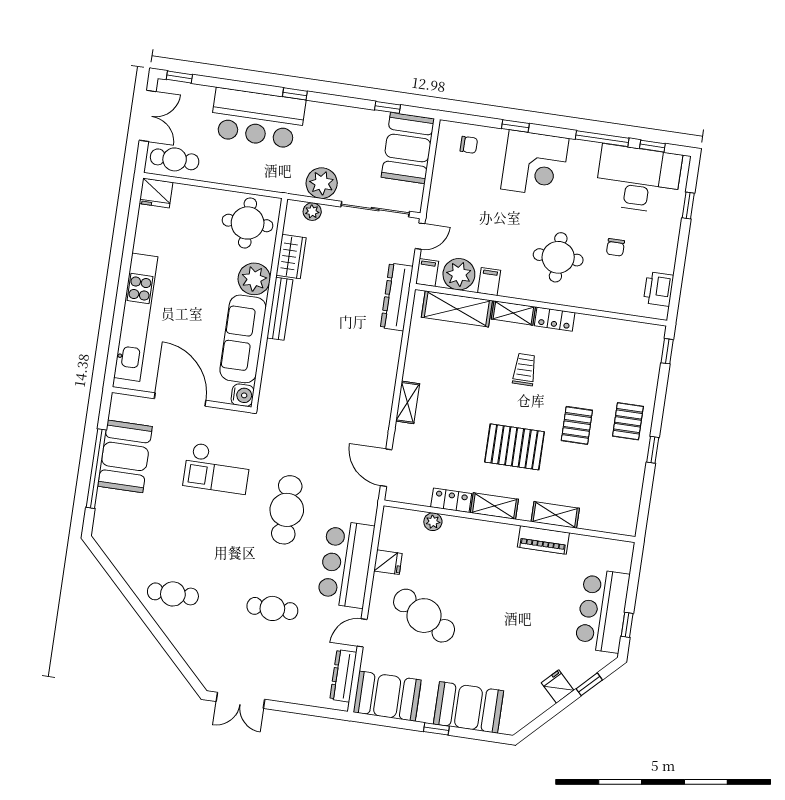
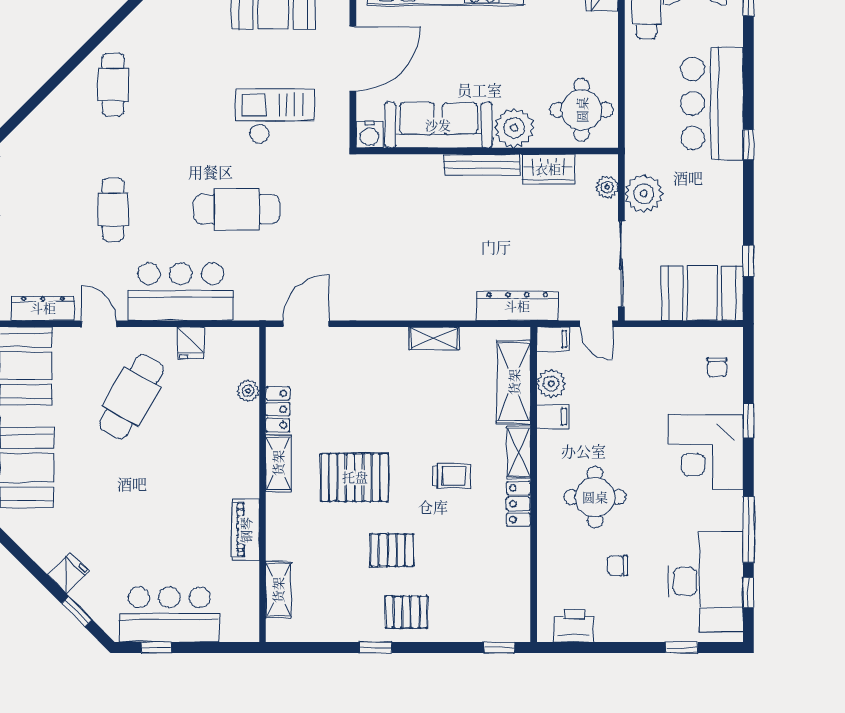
plant: (459, 274) -> (551, 384), width x0.73, depth x0.73
shelving: (408, 402) -> (434, 338), moved
pallet: (515, 447) -> (355, 477), turned 90
checkout: (217, 468) -> (275, 116), turned 90
shelving: (555, 515) -> (278, 590), moved

